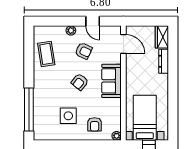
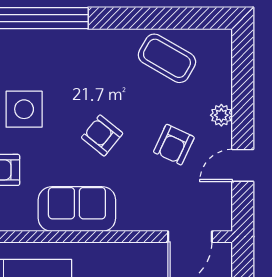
coffee table: (46, 54) -> (167, 58), turned 39
sofa: (111, 81) -> (77, 209), moved

